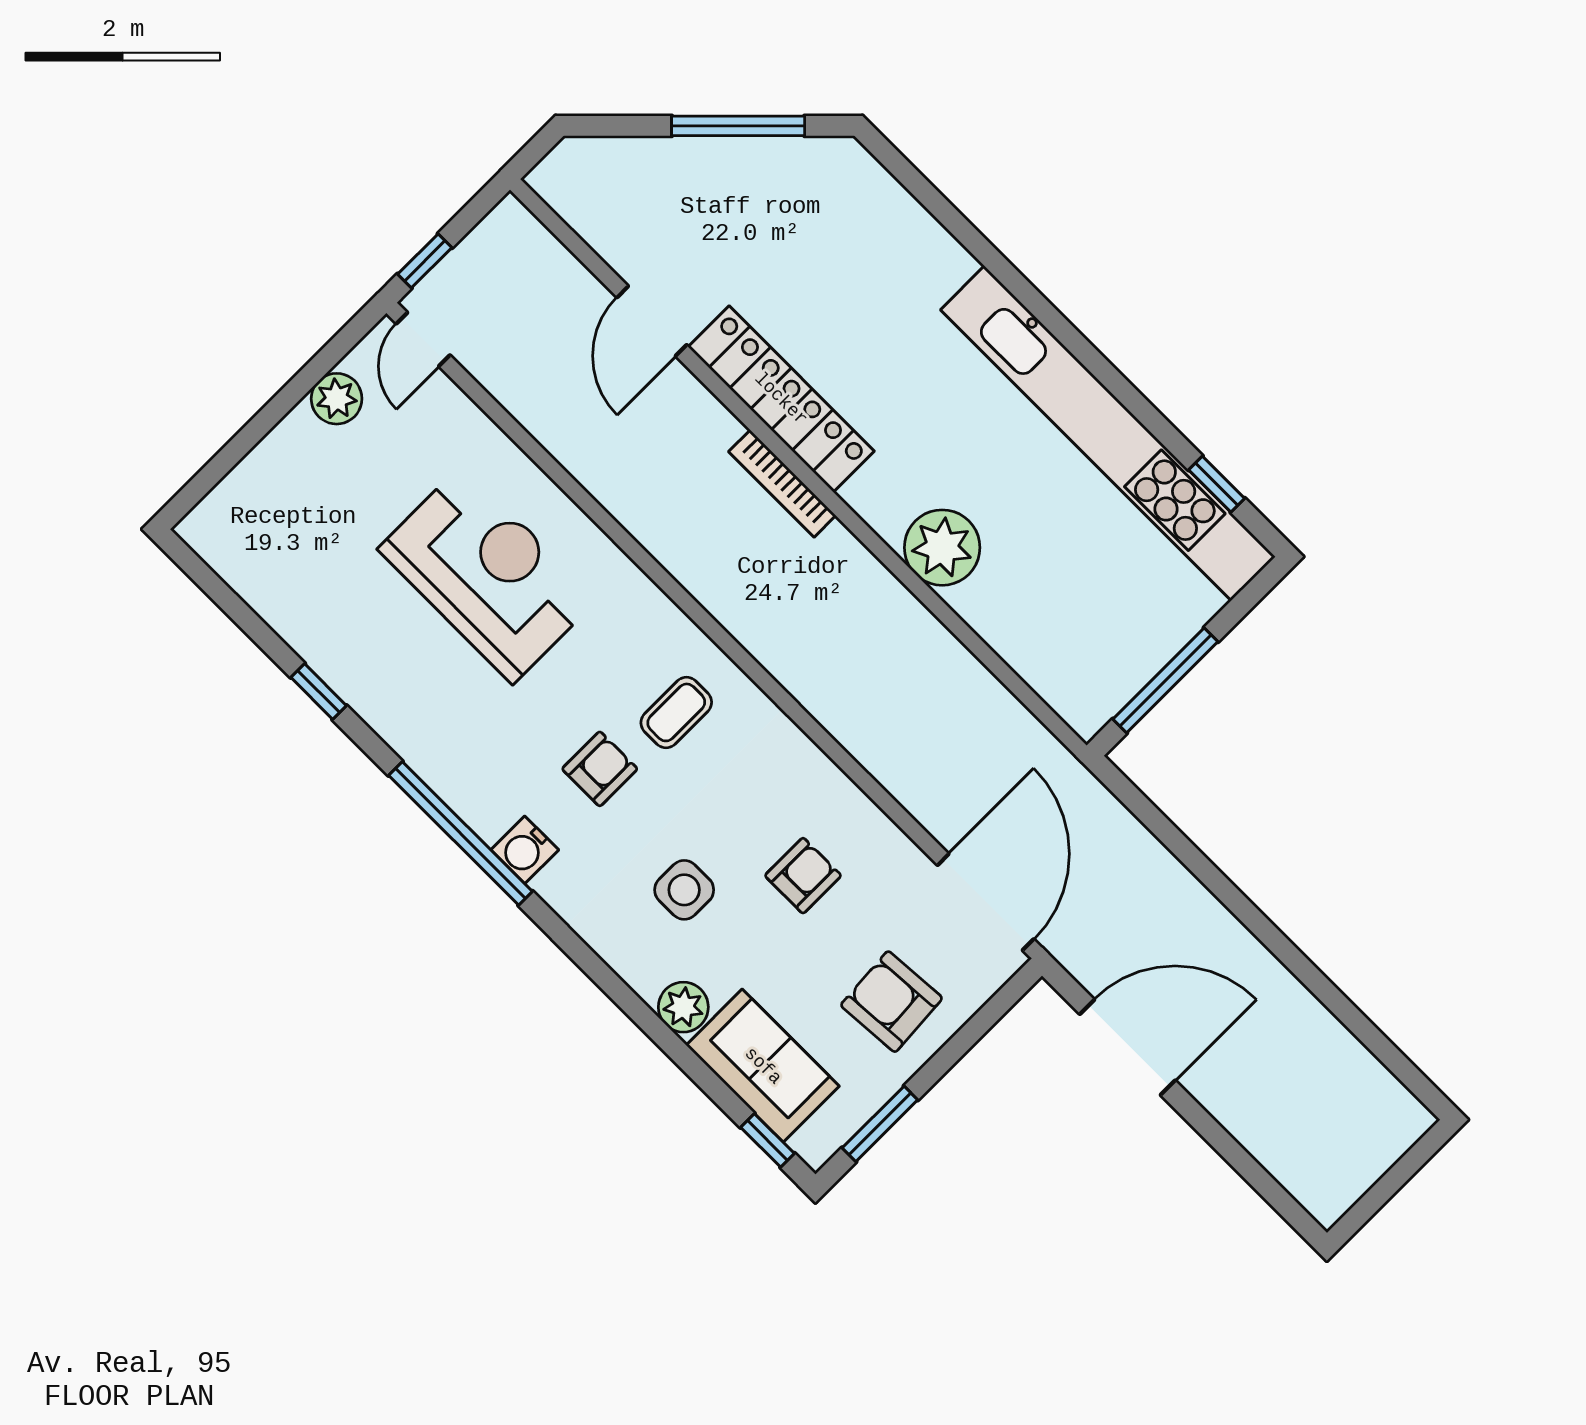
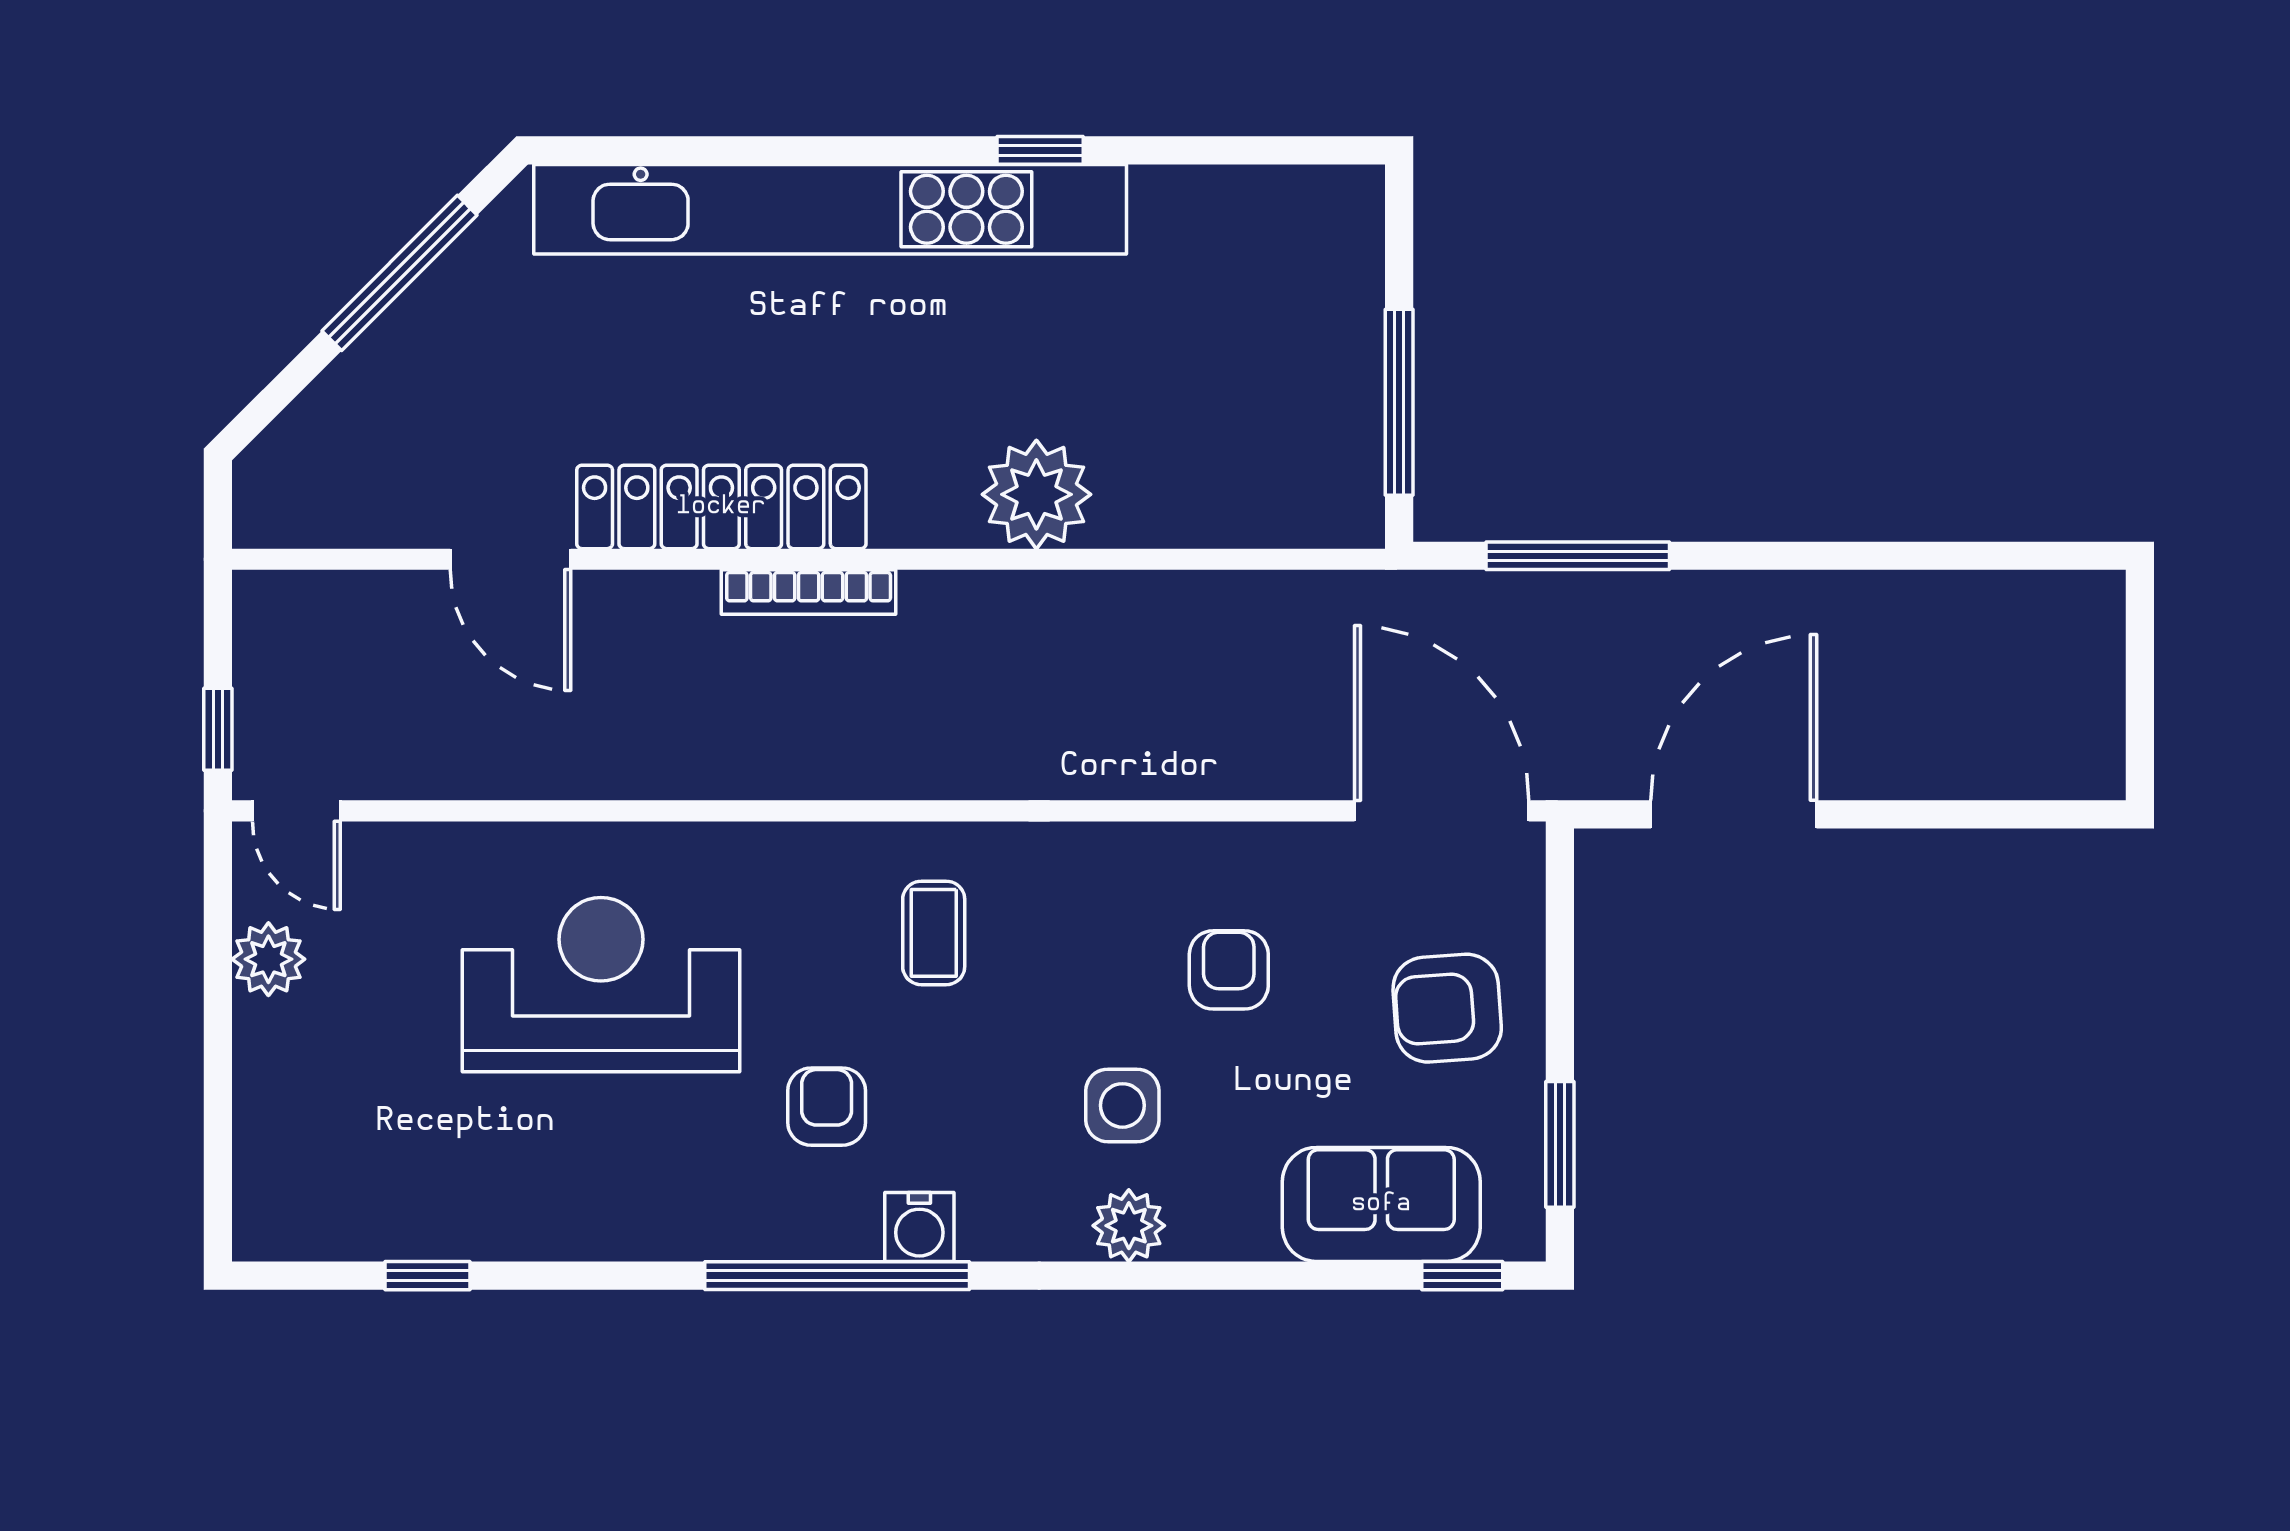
kitchen unit: (1108, 433) -> (830, 209), moved
window: (1217, 484) -> (1040, 150), moved
window: (319, 692) -> (427, 1276), moved
armchair: (600, 769) -> (827, 1107), moved
window: (1178, 844) -> (1578, 556), added
plant: (683, 1007) -> (1129, 1226), moved

